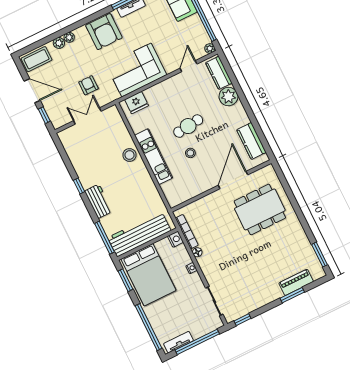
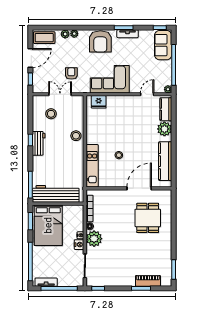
door: (32, 91) -> (30, 58), hinge flipped
cafe table: (188, 126) -> (126, 136), removed
kitchen counter: (251, 141) -> (165, 161), width x1.50
stool: (88, 144) -> (51, 114), added
kitchen unit: (154, 157) -> (92, 166), moved
workbench: (98, 201) -> (39, 143), moved
dining table: (260, 209) -> (148, 218), width x0.73
nightstand: (175, 239) -> (79, 245), moved
plant: (209, 264) -> (94, 239), added

